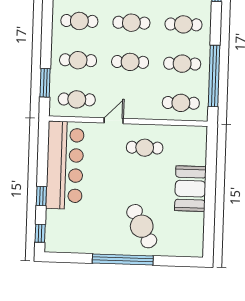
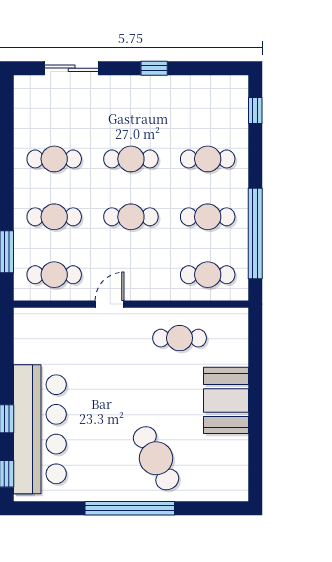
cafe table: (145, 148) -> (180, 338), moved
bar counter: (65, 165) -> (40, 429), moved

